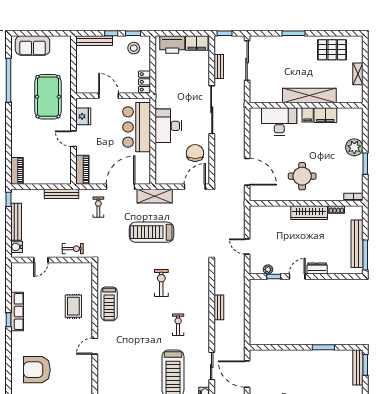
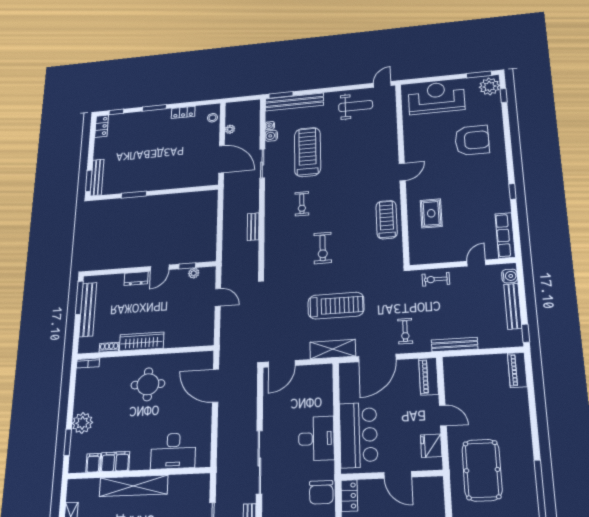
filing cabinet: (308, 115) -> (93, 463), moved
chair: (195, 153) -> (321, 492), moved
window: (365, 164) -> (68, 442), moved
row of seats: (17, 312) -> (505, 235), moved

